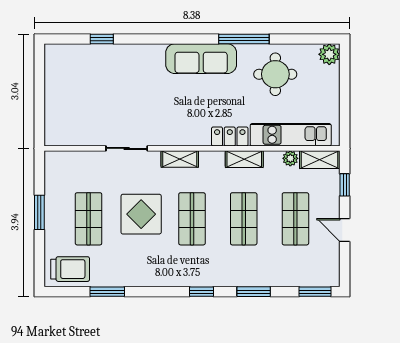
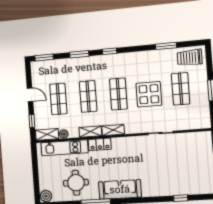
shelving: (180, 159) -> (113, 130), moved

